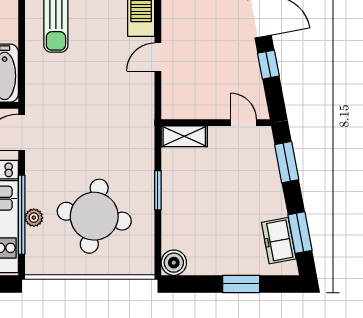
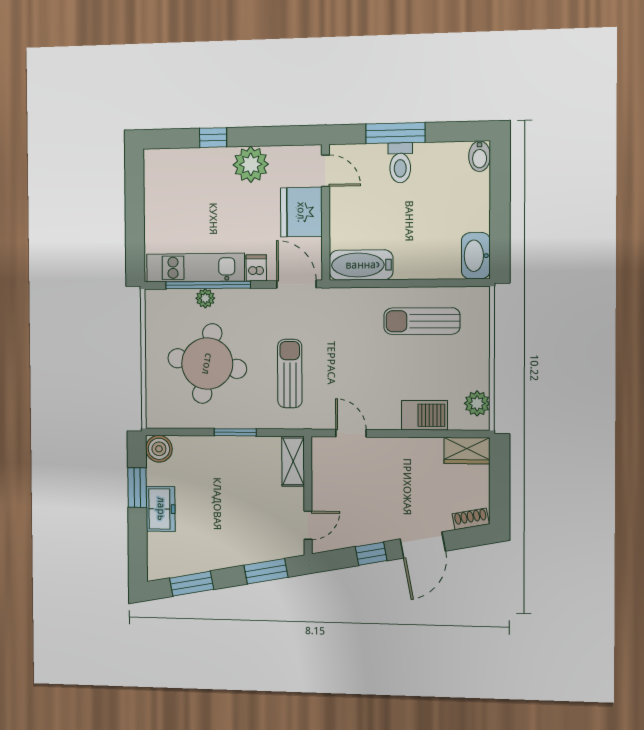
door: (158, 57) -> (351, 433), moved
sun lounger: (103, 139) -> (290, 374), added
freezer: (279, 241) -> (161, 509), moved, turned 101
window: (241, 284) -> (137, 488), moved

